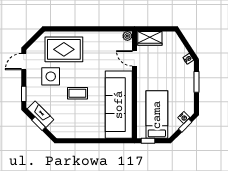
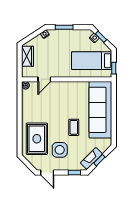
wardrobe: (150, 38) -> (28, 56), moved
sofa: (119, 105) -> (100, 110), moved, turned 90

